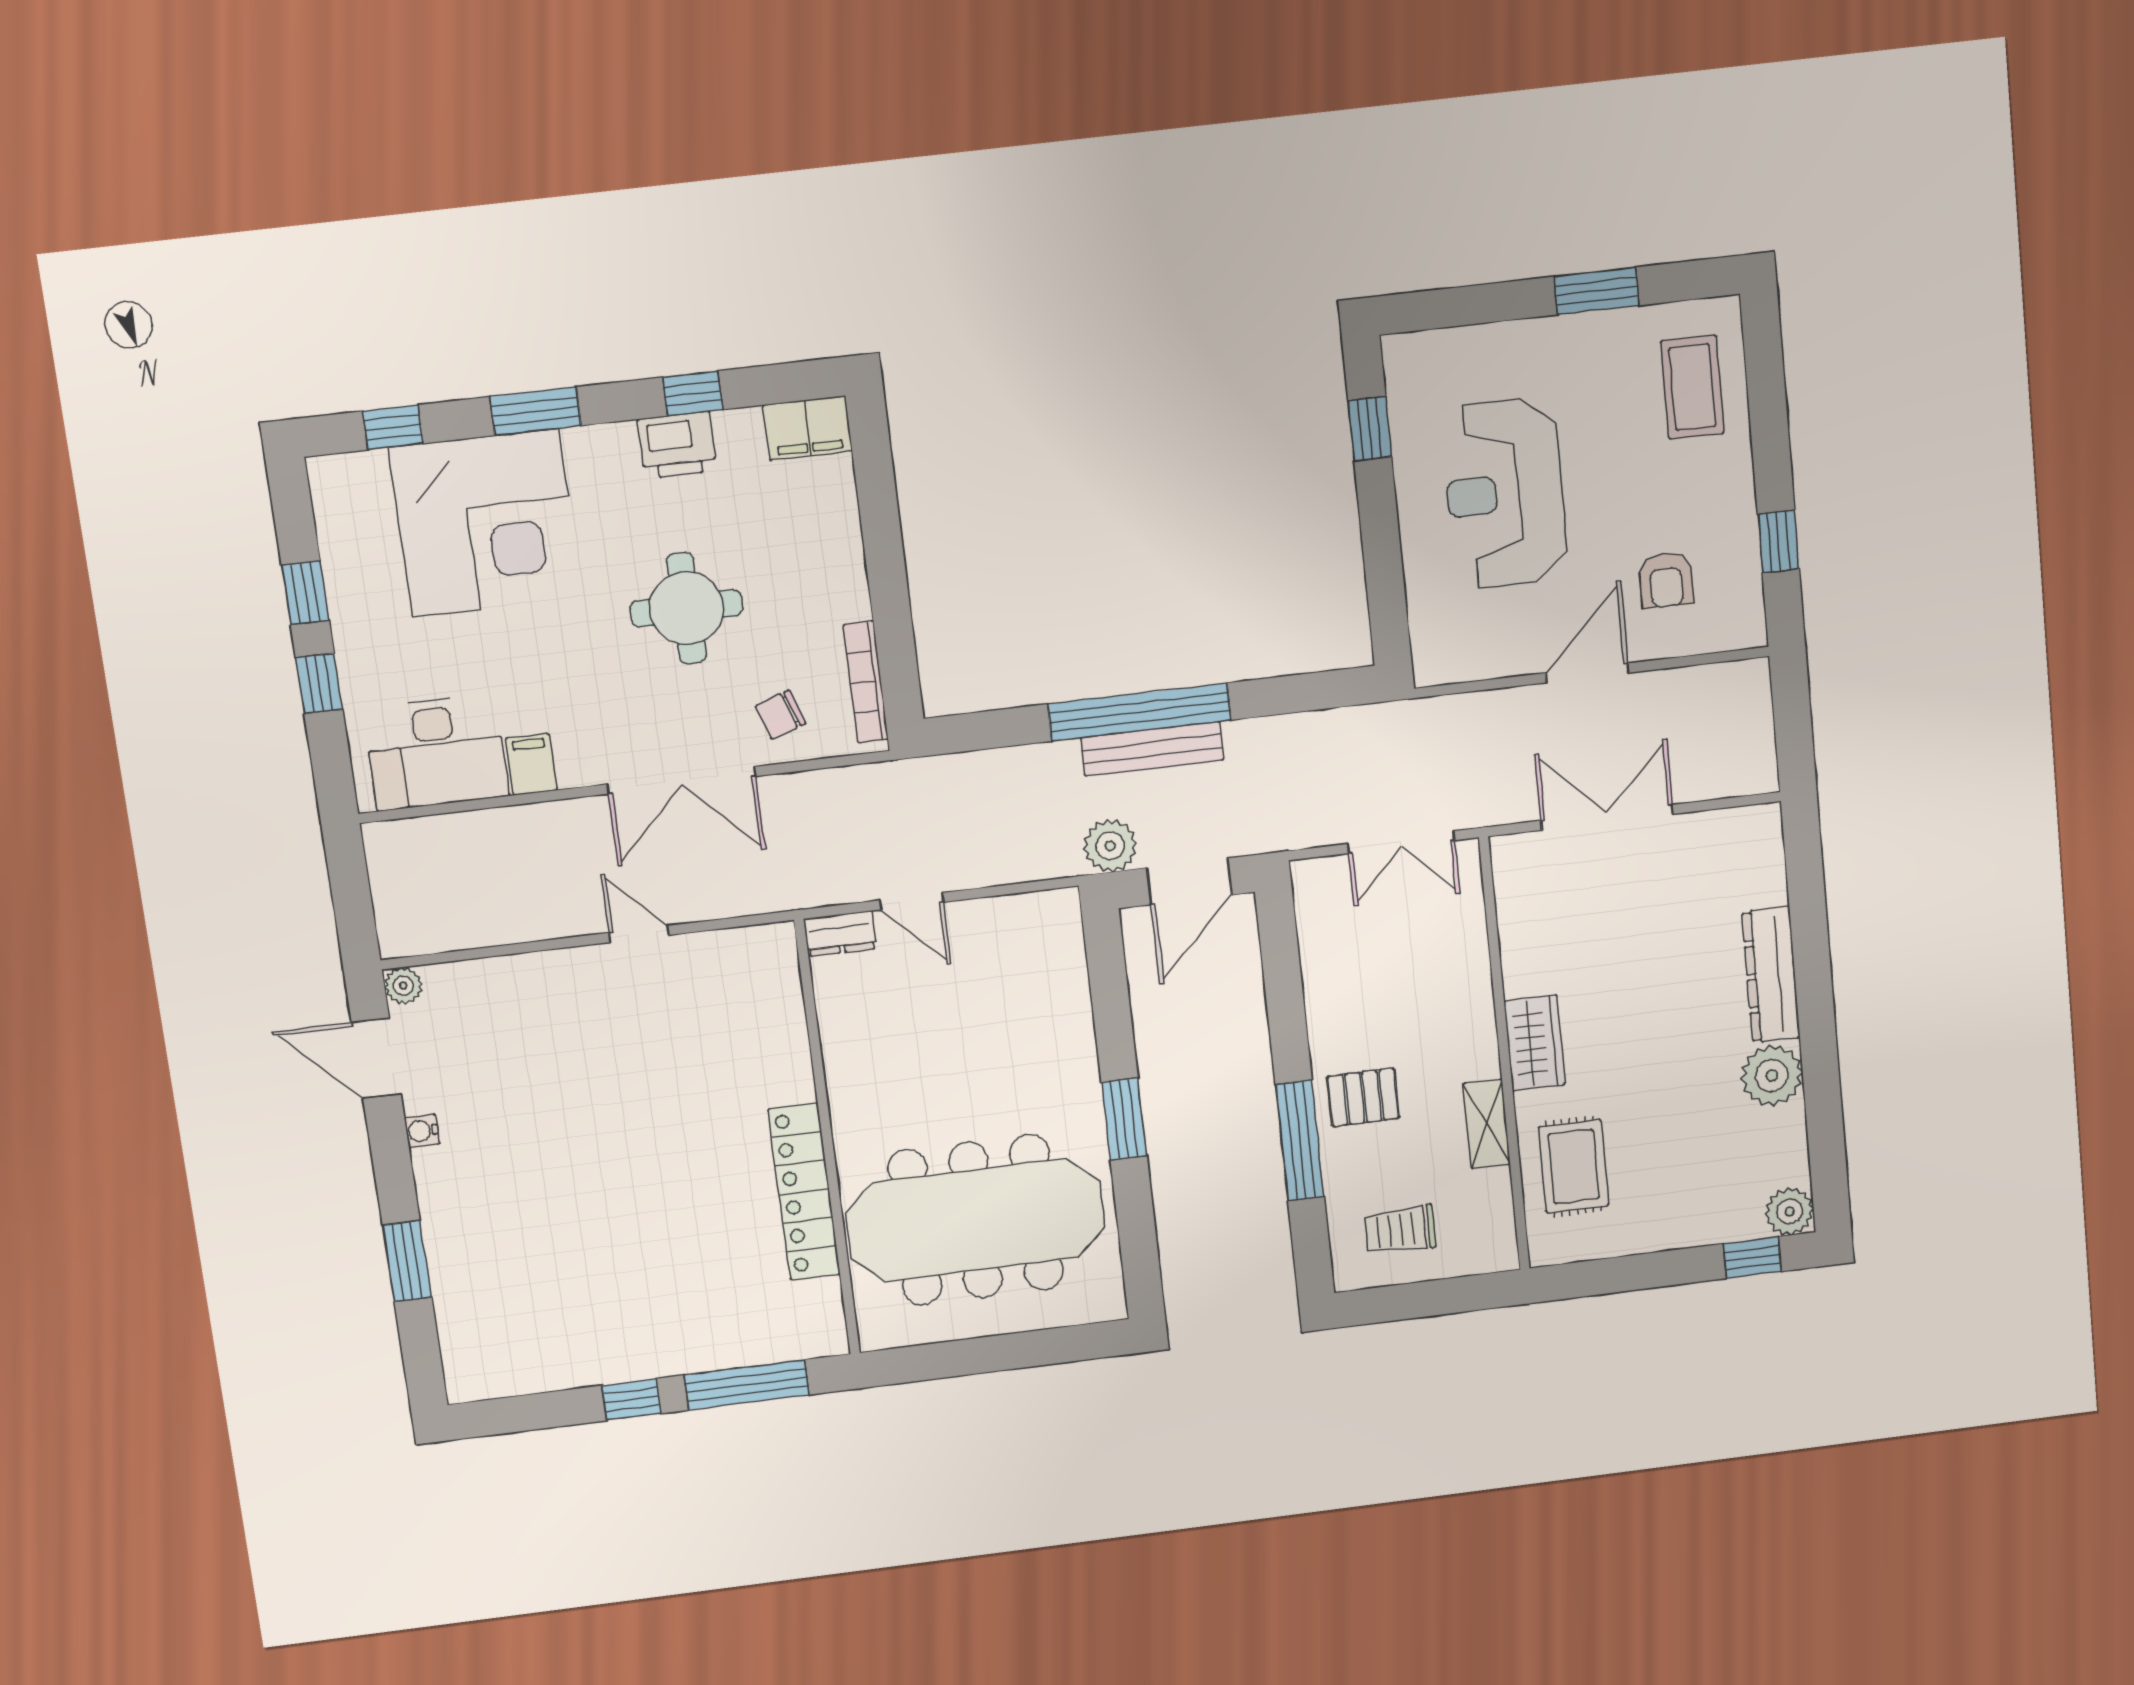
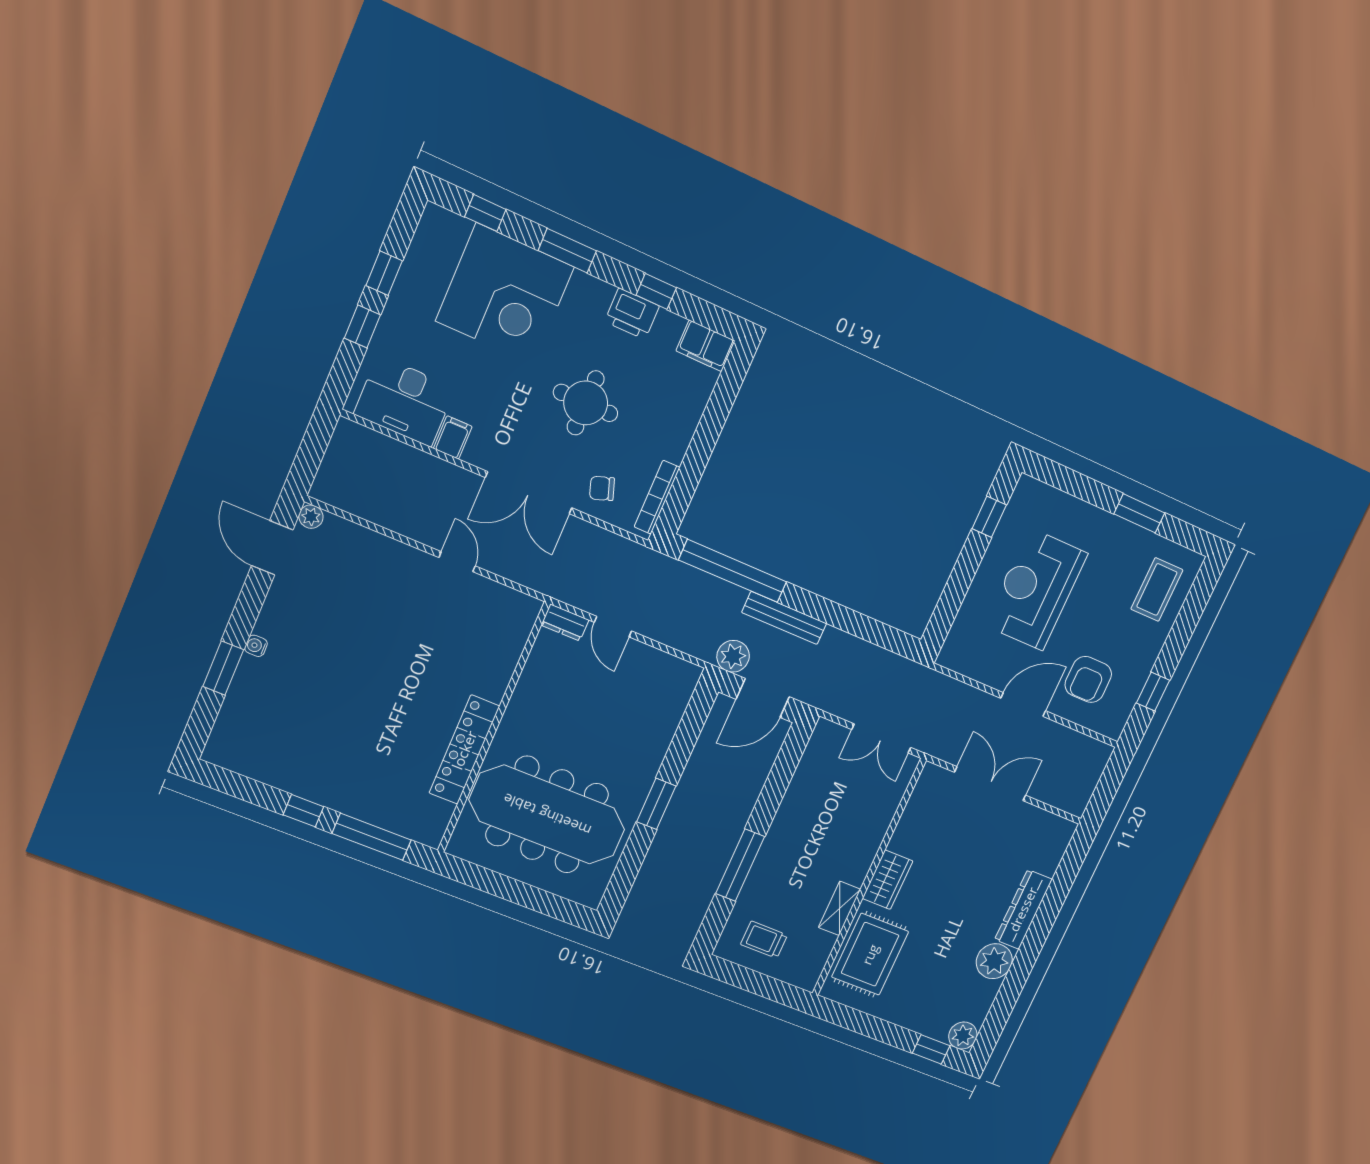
armchair: (1666, 580) -> (1088, 679), width x1.38, depth x1.38
window: (1140, 712) -> (733, 571), moved
pallet: (1363, 1097) -> (785, 860), removed
water cooler: (422, 1131) -> (256, 646), moved
rug: (1574, 1166) -> (870, 954), width x1.36, depth x1.43

